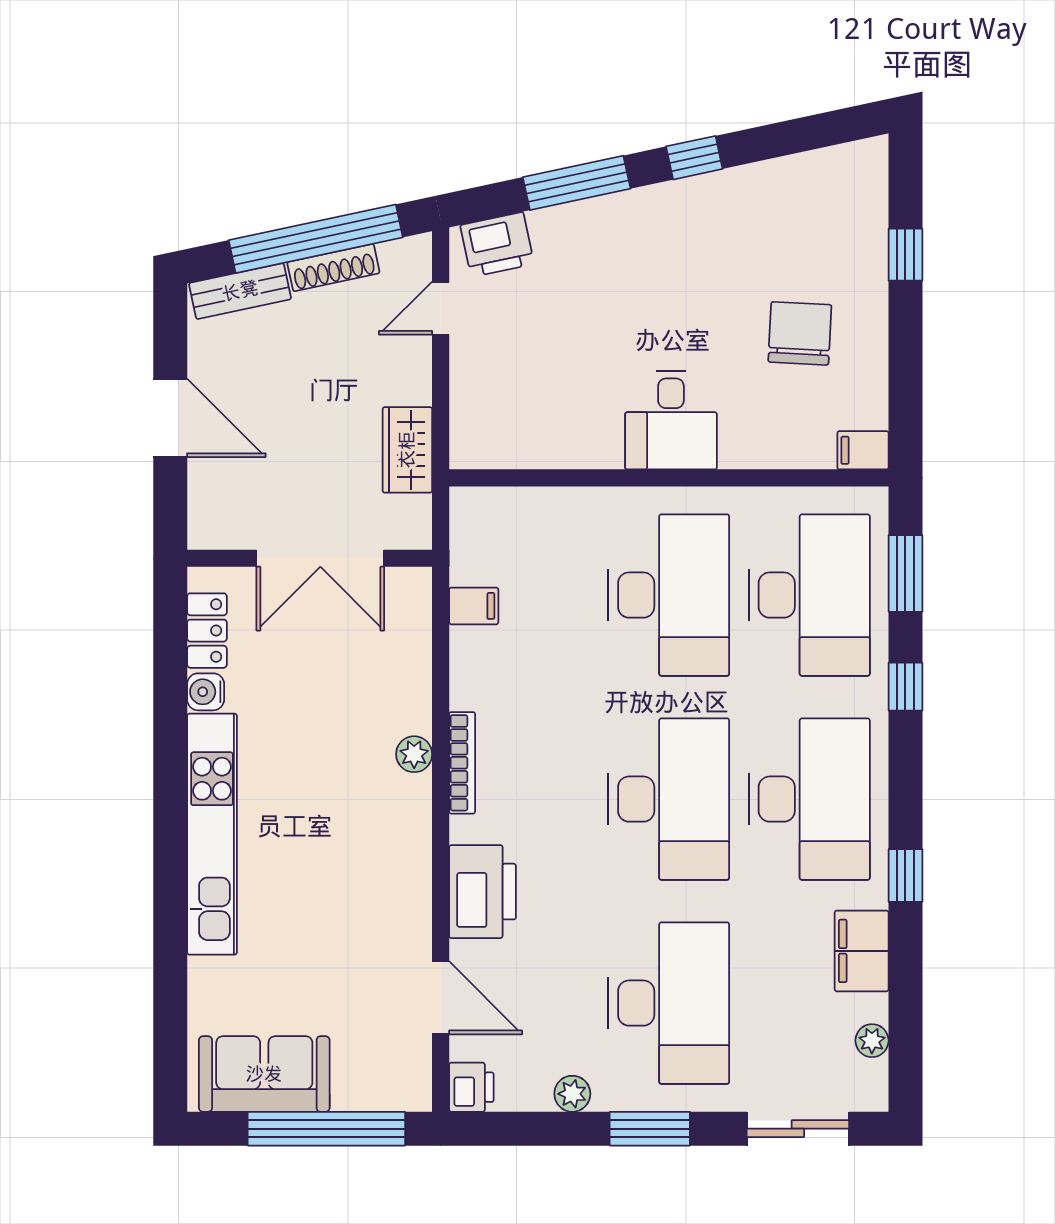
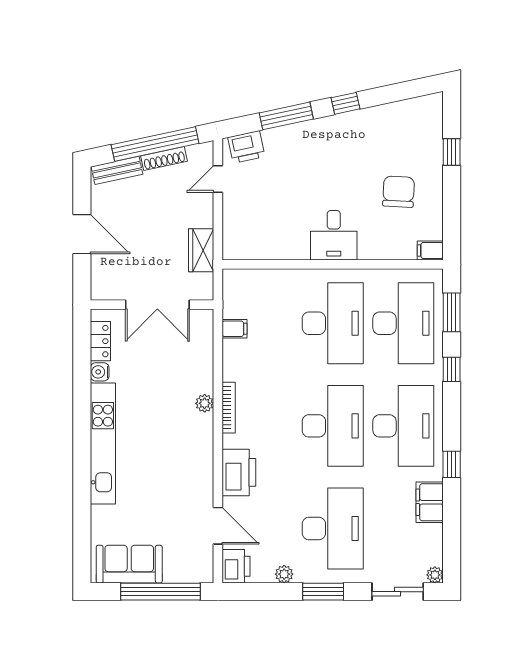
plant: (872, 1041) -> (435, 575), moved
printer: (471, 1087) -> (236, 566), width x1.36, depth x1.24

